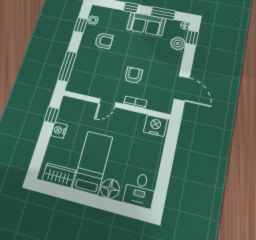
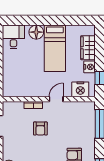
nightstand: (155, 126) -> (80, 89), moved
wardrobe: (59, 175) -> (88, 48), moved, turned 90

